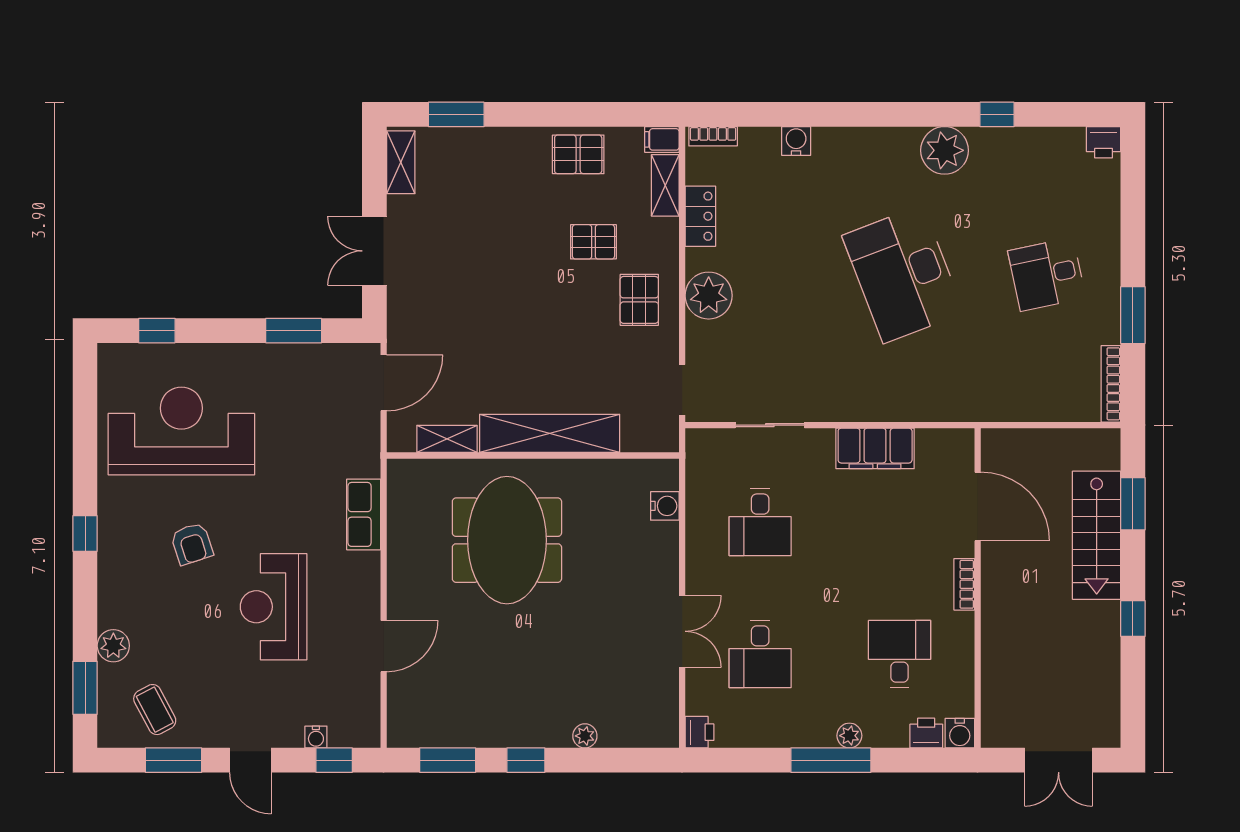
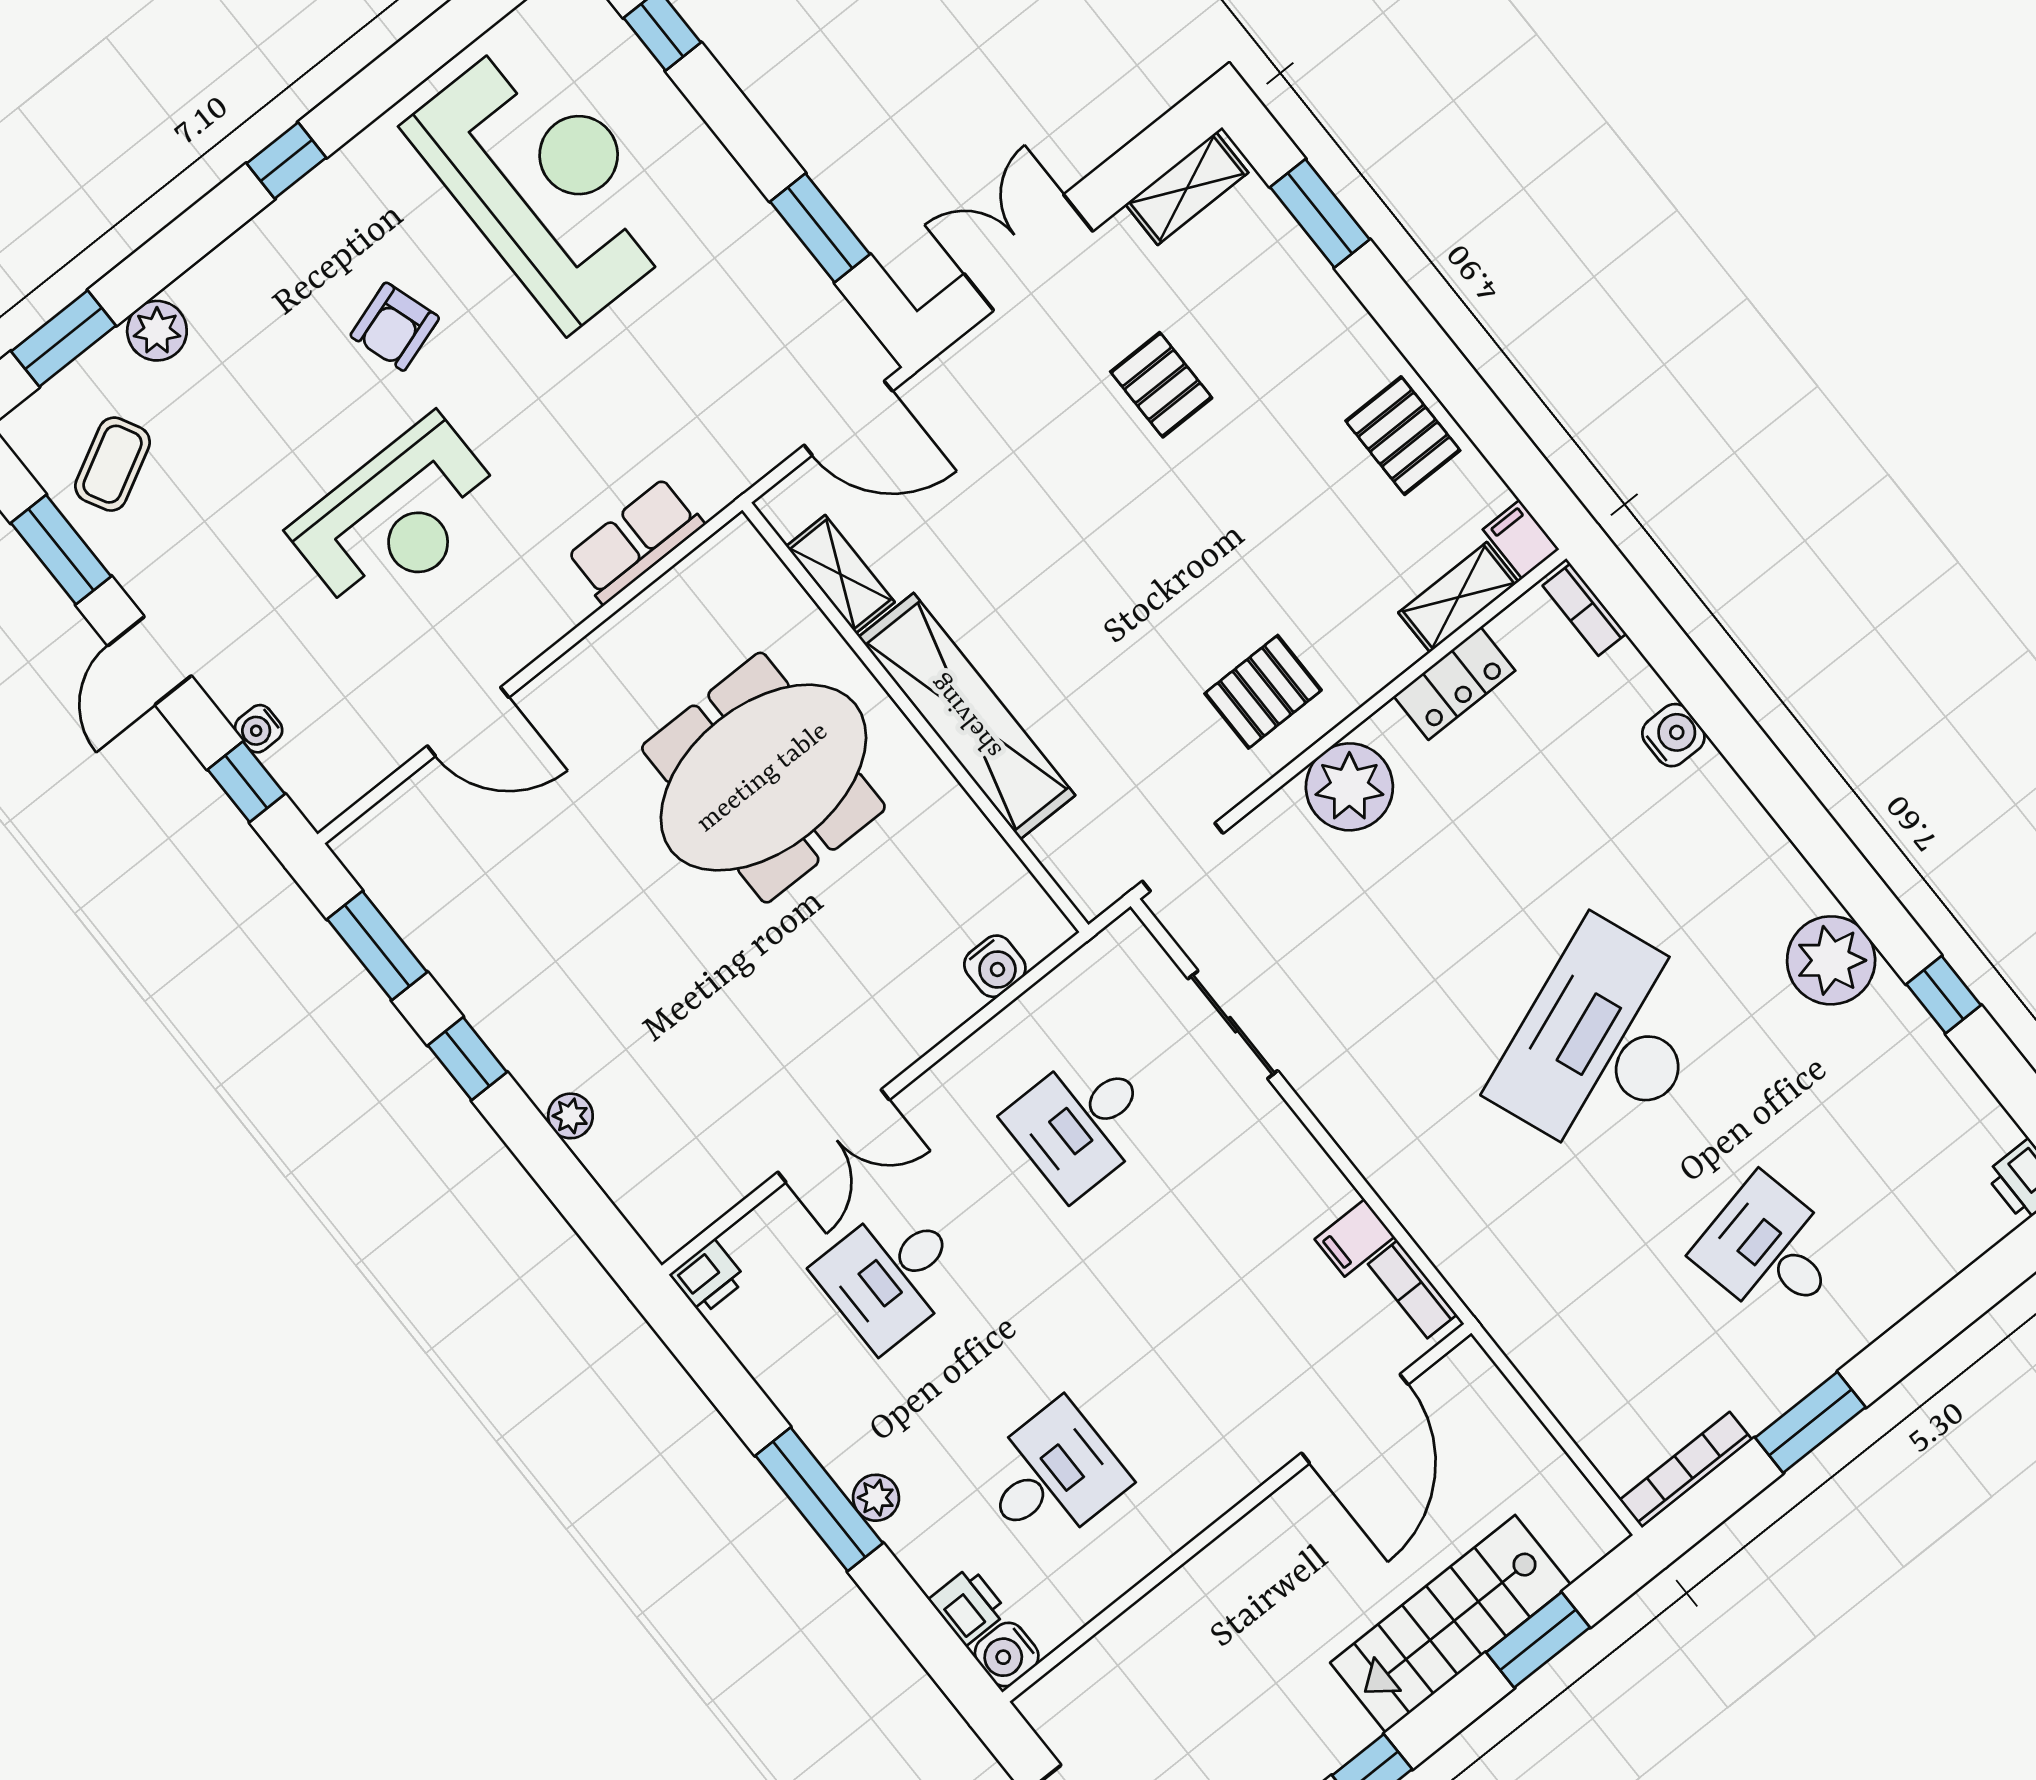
pallet: (593, 242) -> (1161, 385), moved
filing cabinet: (875, 448) -> (1355, 1238), width x0.33, depth x0.86
bookcase: (964, 584) -> (1412, 1289), moved, turned -90
reception desk: (274, 607) -> (398, 517), turned 180

